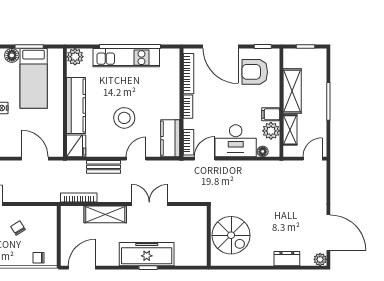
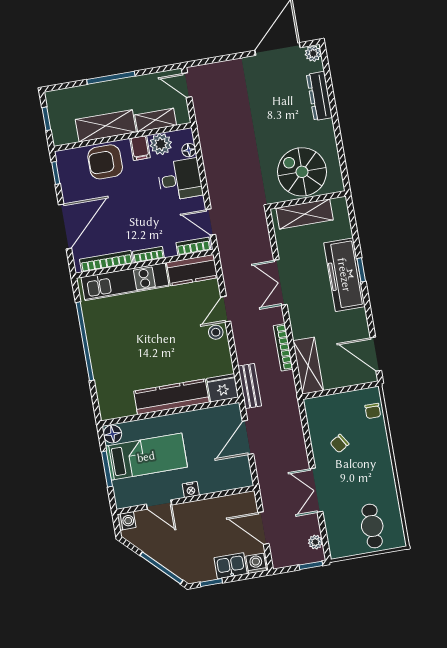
floor lamp: (12, 55) -> (112, 434), moved
plant: (75, 57) -> (110, 409), removed
kitchen unit: (126, 58) -> (125, 282), moved, turned 90
armchair: (255, 72) -> (105, 162), moved, turned 90
stool: (124, 118) -> (216, 332), moved, width x0.53, depth x0.53
desk: (236, 141) -> (180, 180), width x0.73
door: (136, 159) -> (226, 309), hinge flipped
bench: (103, 167) -> (250, 386), moved
bookcase: (79, 198) -> (283, 347), moved
shelving: (105, 214) -> (308, 366), moved
shelving: (198, 232) -> (305, 214), added
spiral stairs: (231, 235) -> (302, 172), turned -90
dresser: (287, 259) -> (319, 96), width x1.44

